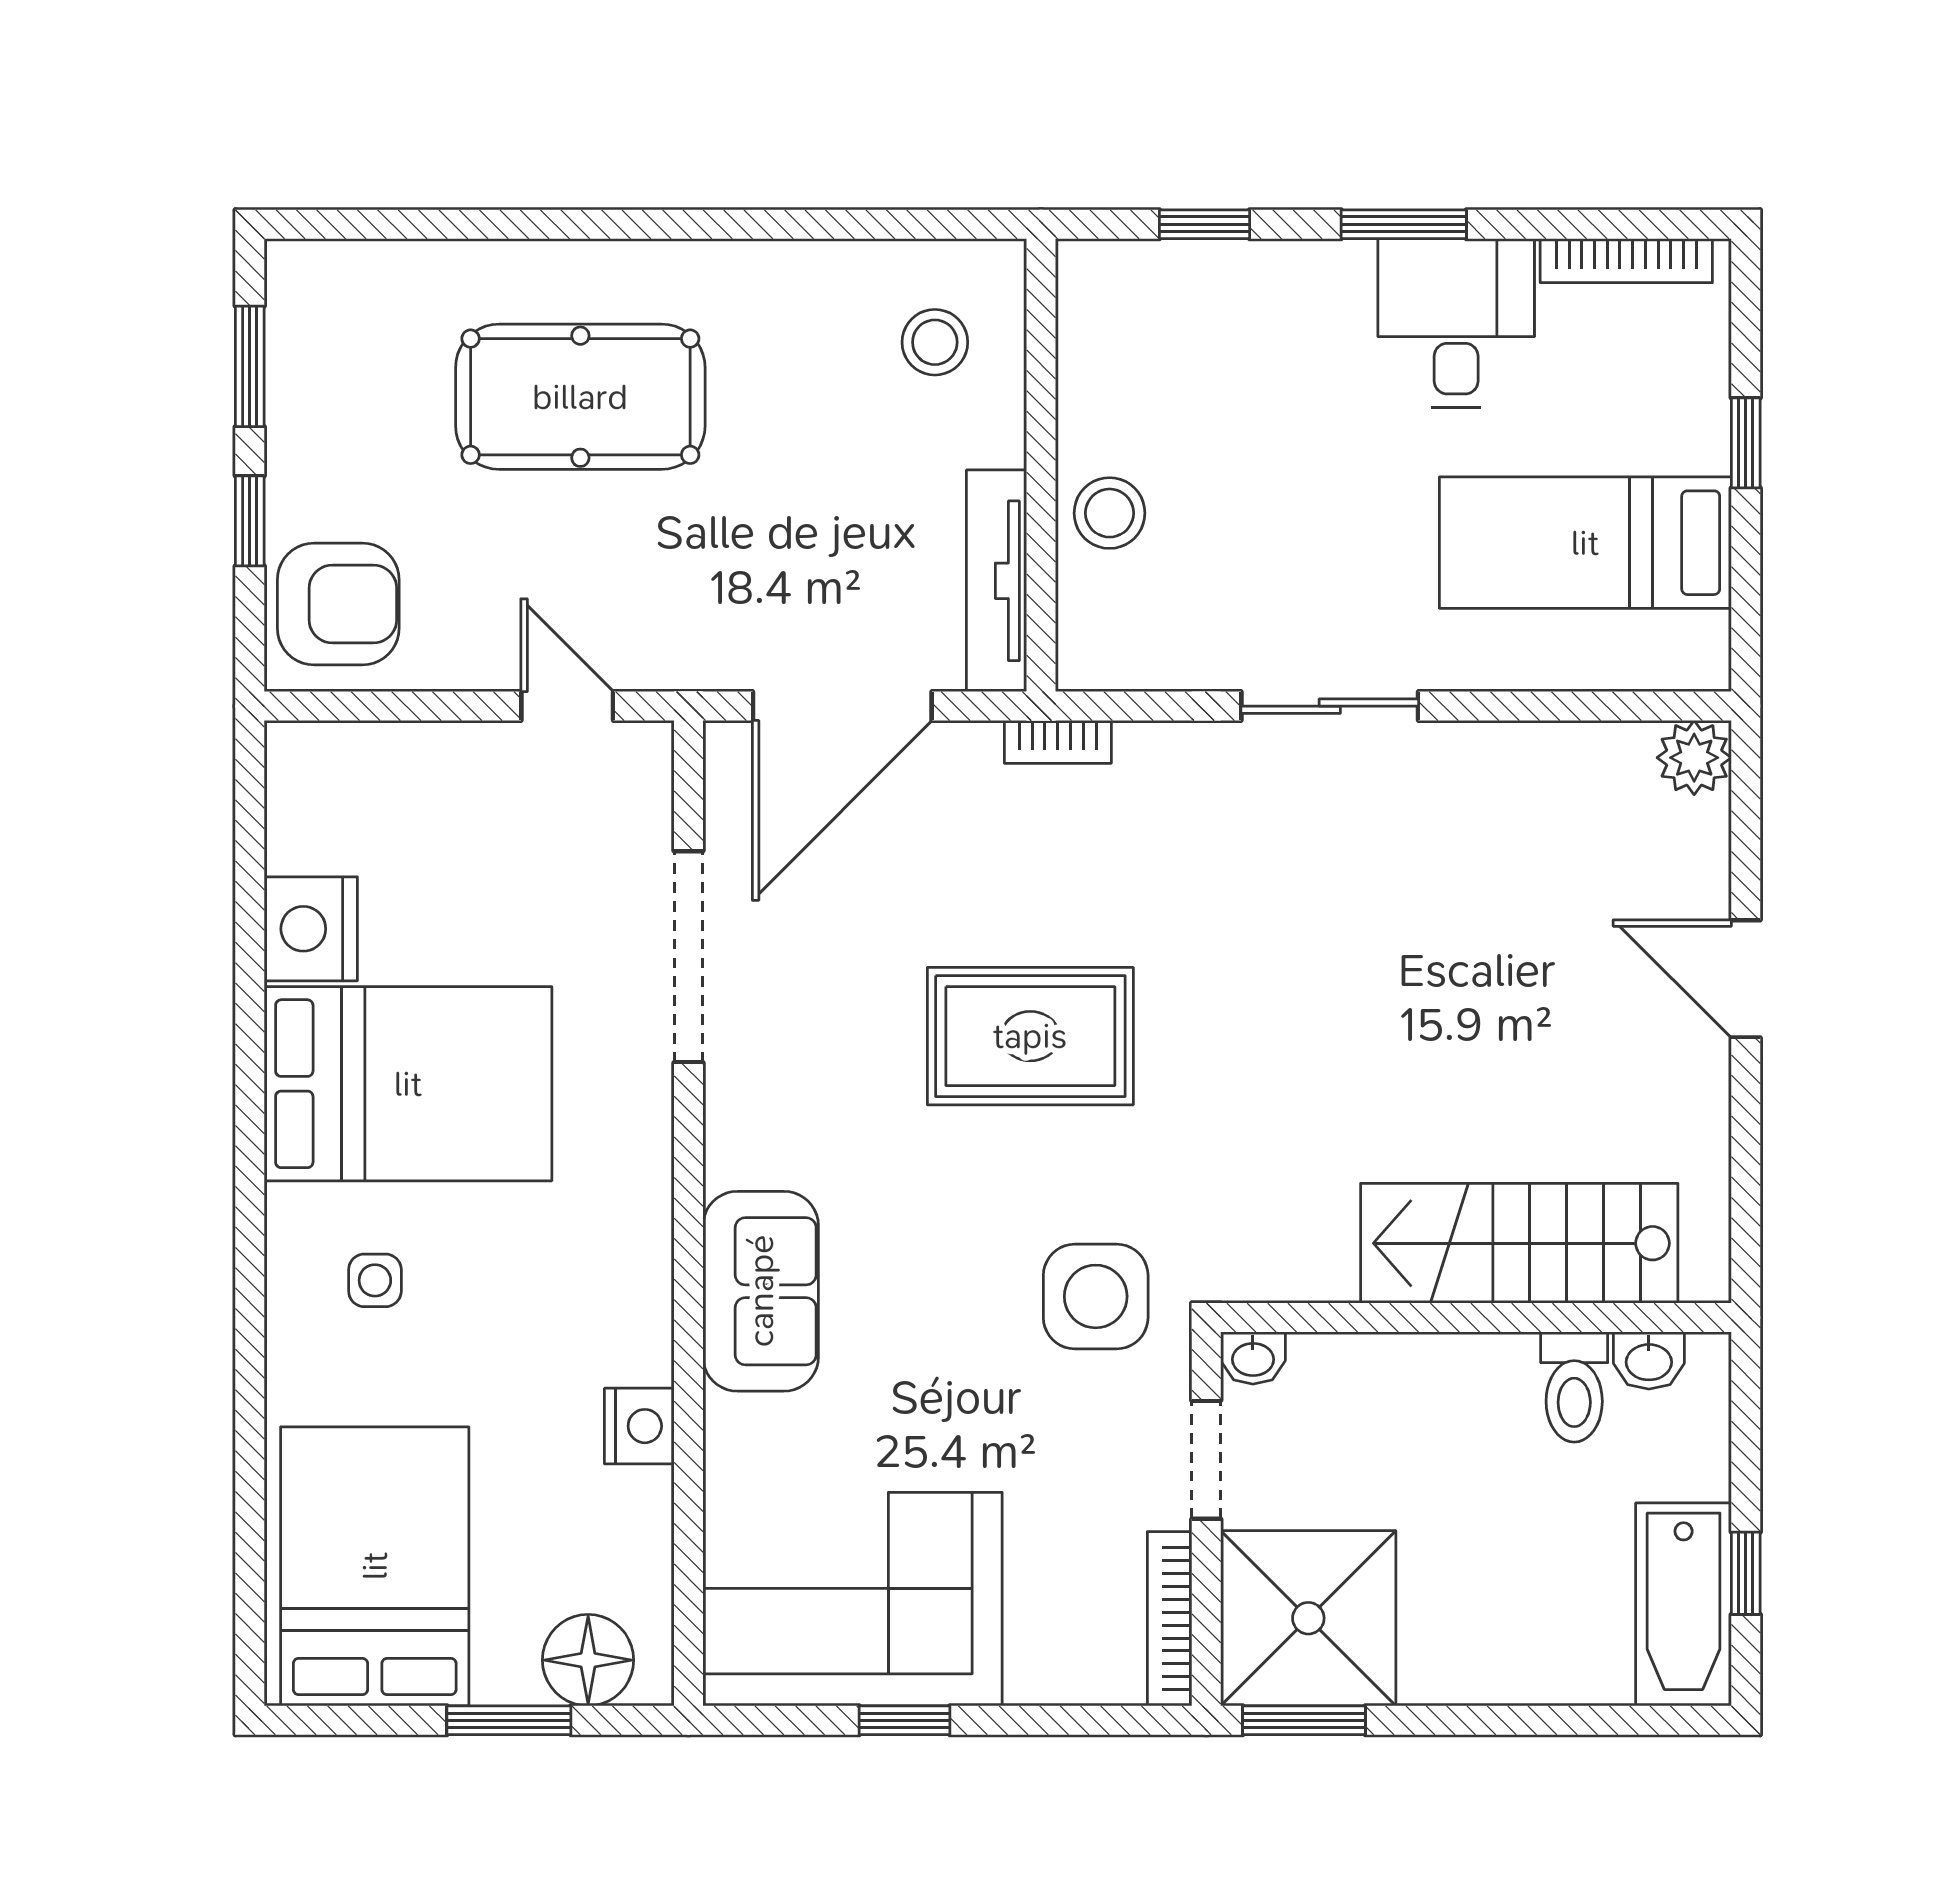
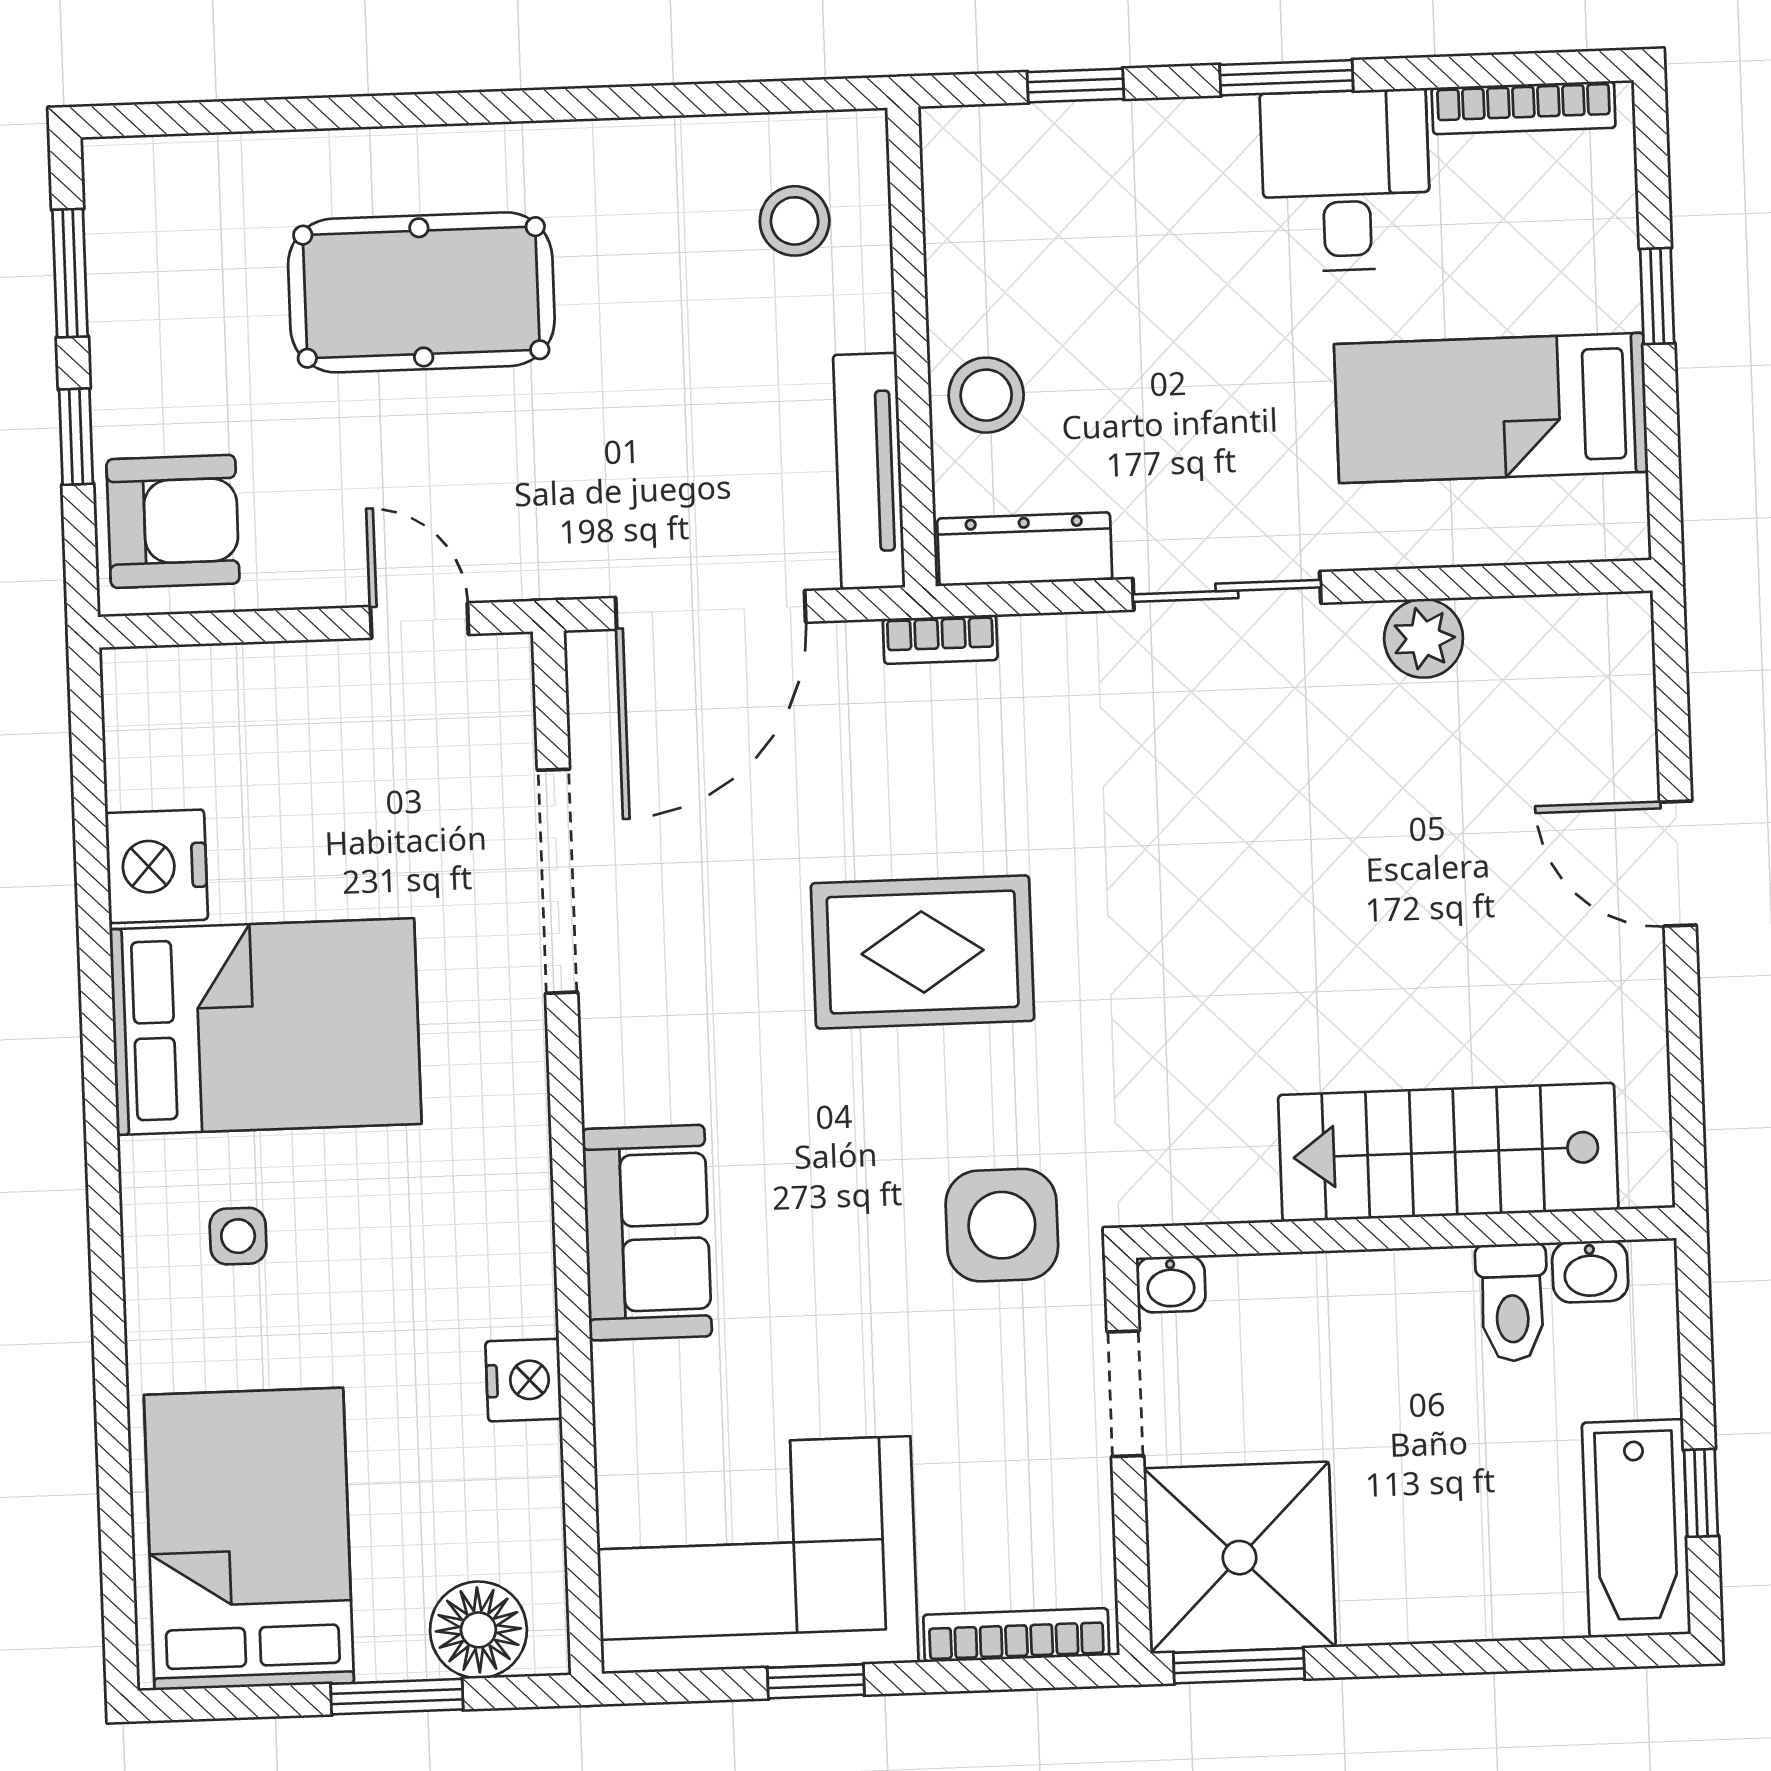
dresser: (1141, 660) -> (1025, 549), added
plant: (1694, 758) -> (1424, 638), moved
bookcase: (1170, 1619) -> (1016, 1635), moved, turned 90

